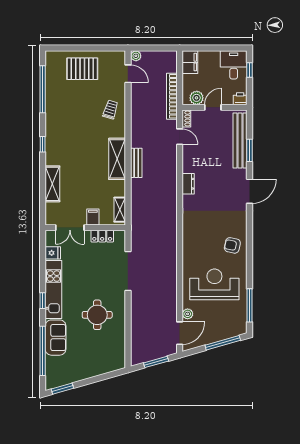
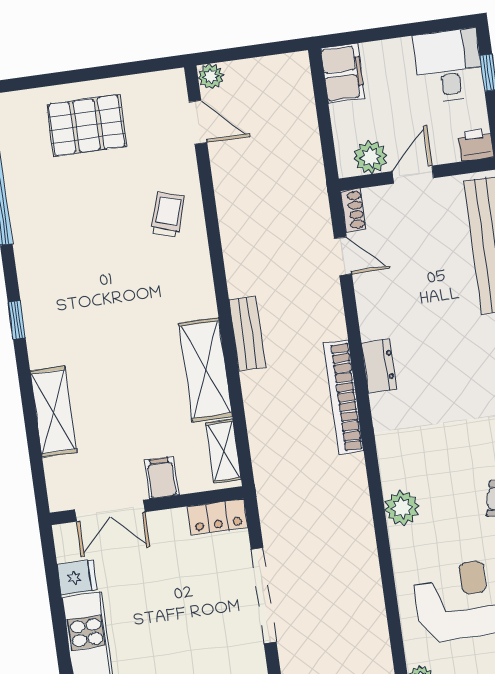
bookcase: (172, 96) -> (343, 397), moved
shelving: (117, 159) -> (206, 370), moved
locker: (102, 236) -> (217, 517), moved
plant: (189, 243) -> (402, 508), added

